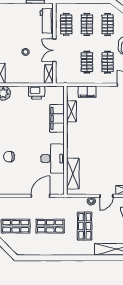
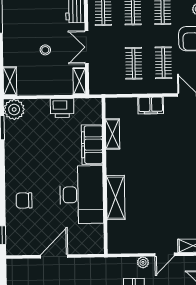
filing cabinet: (87, 92) -> (151, 105), moved
desk: (53, 159) -> (82, 195), width x1.36, depth x1.30
shelving: (73, 174) -> (116, 198), moved
door: (40, 196) -> (54, 256), moved

